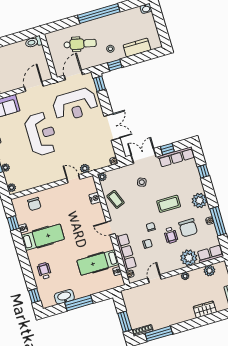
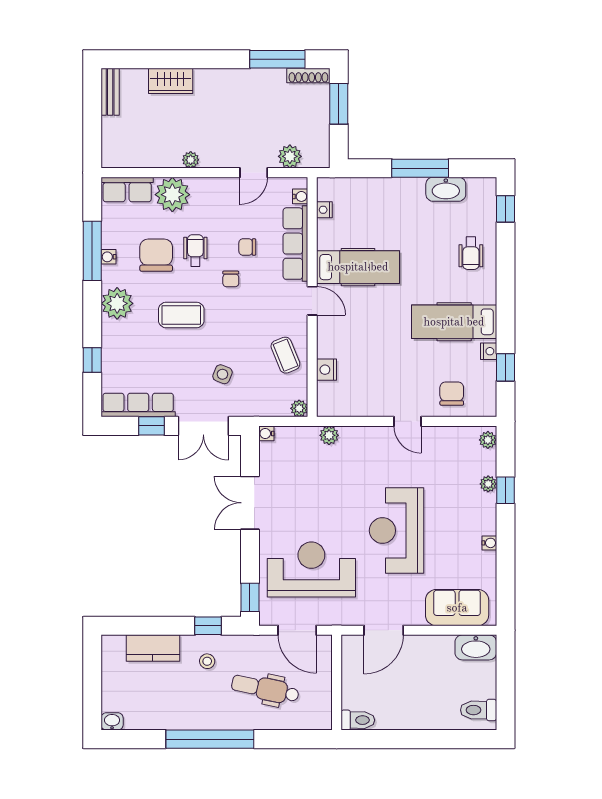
door: (73, 75) -> (297, 630), hinge flipped
door: (73, 179) -> (408, 421), moved
hospital bed: (98, 262) -> (358, 267), moved
plant: (209, 271) -> (290, 156), moved

